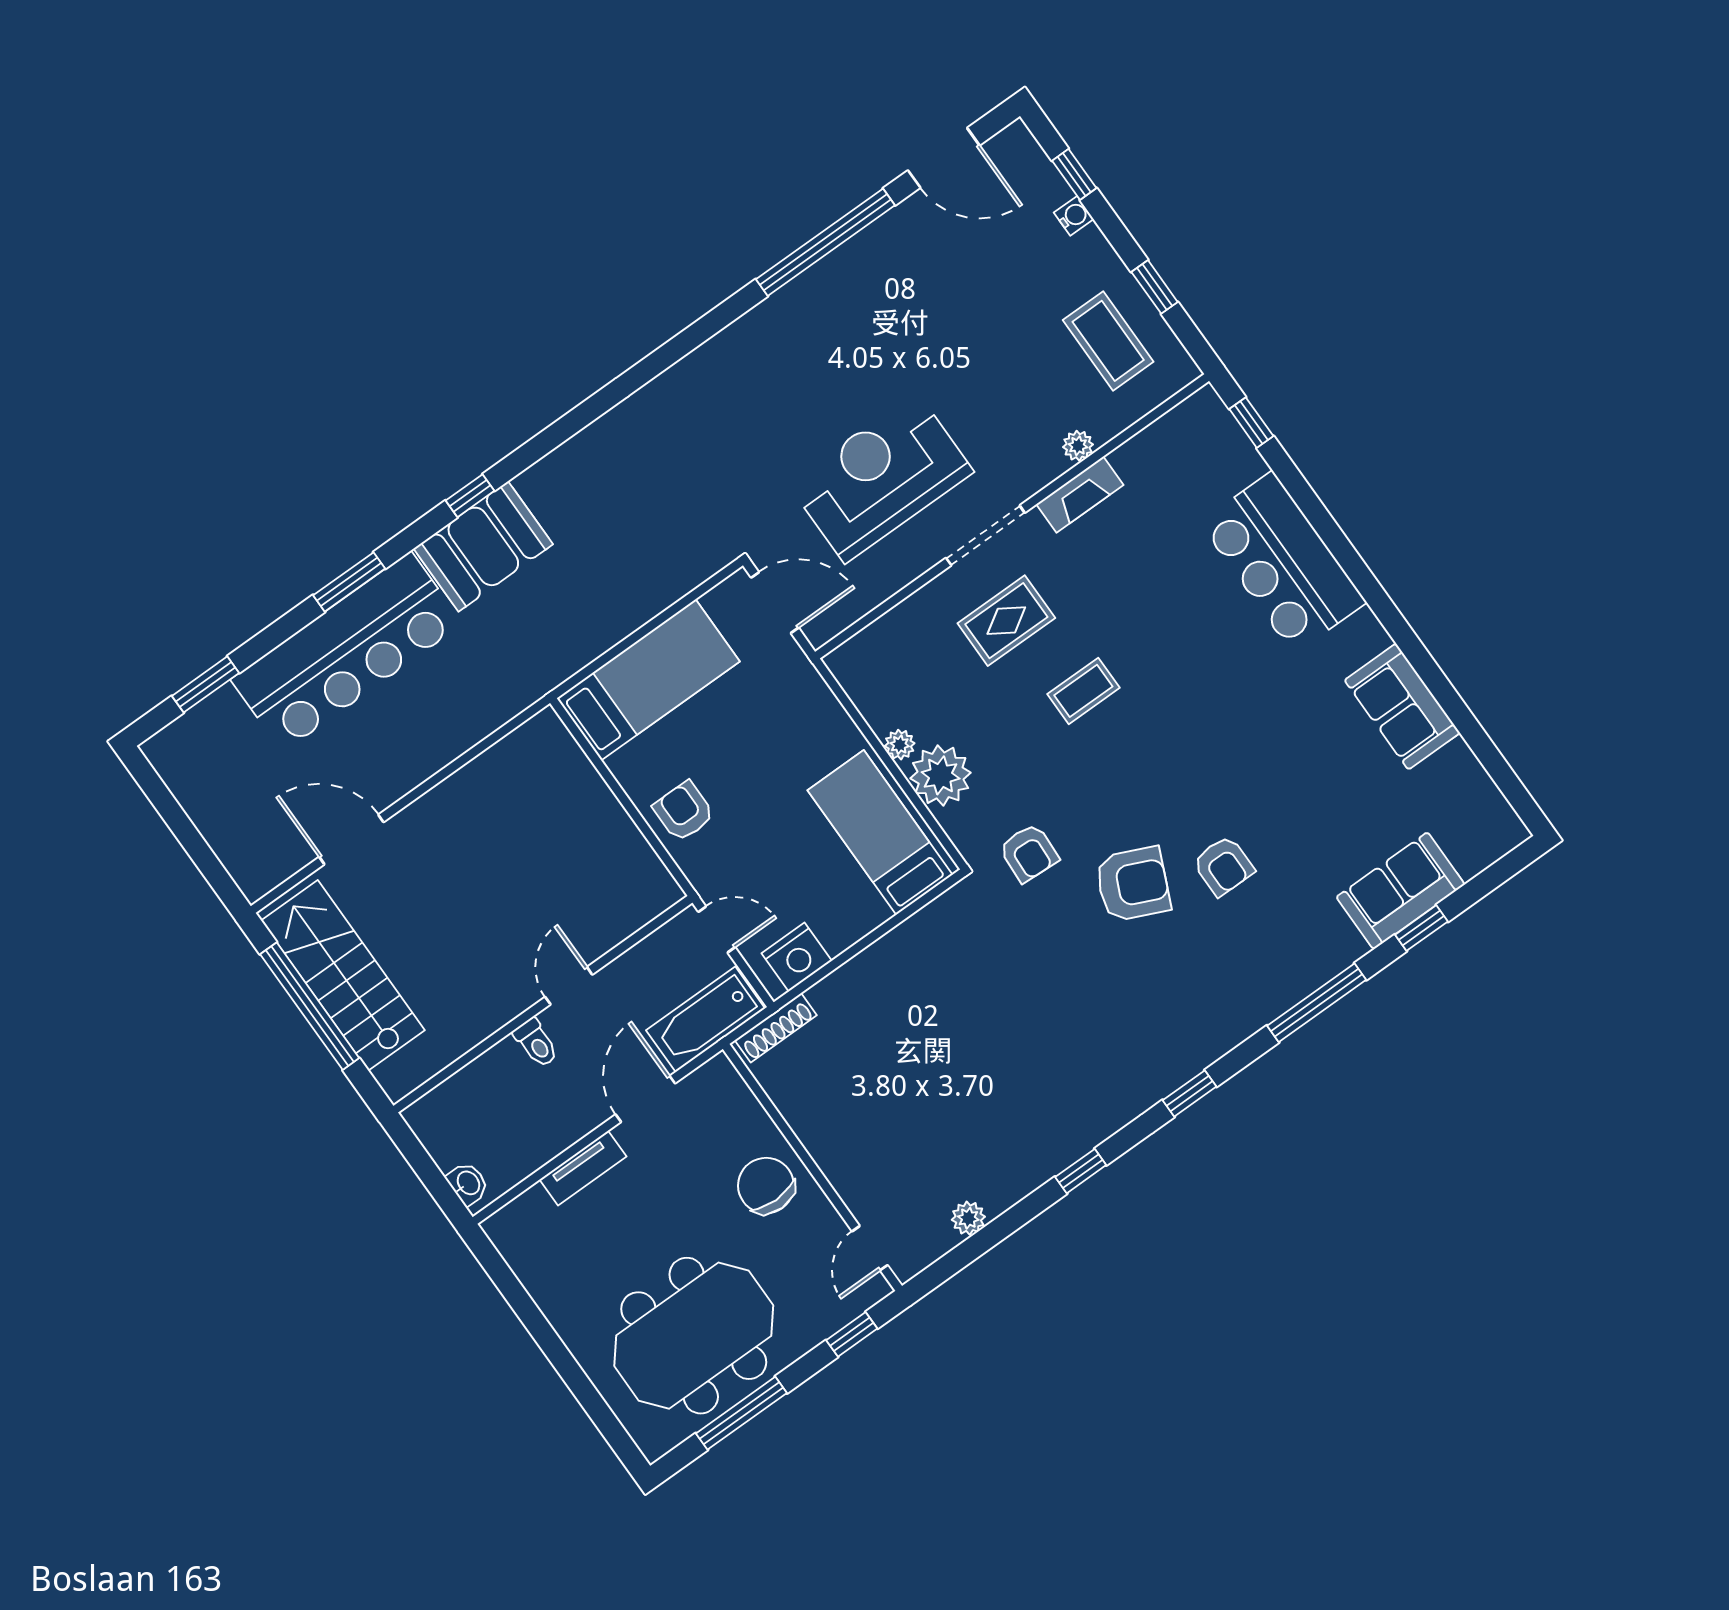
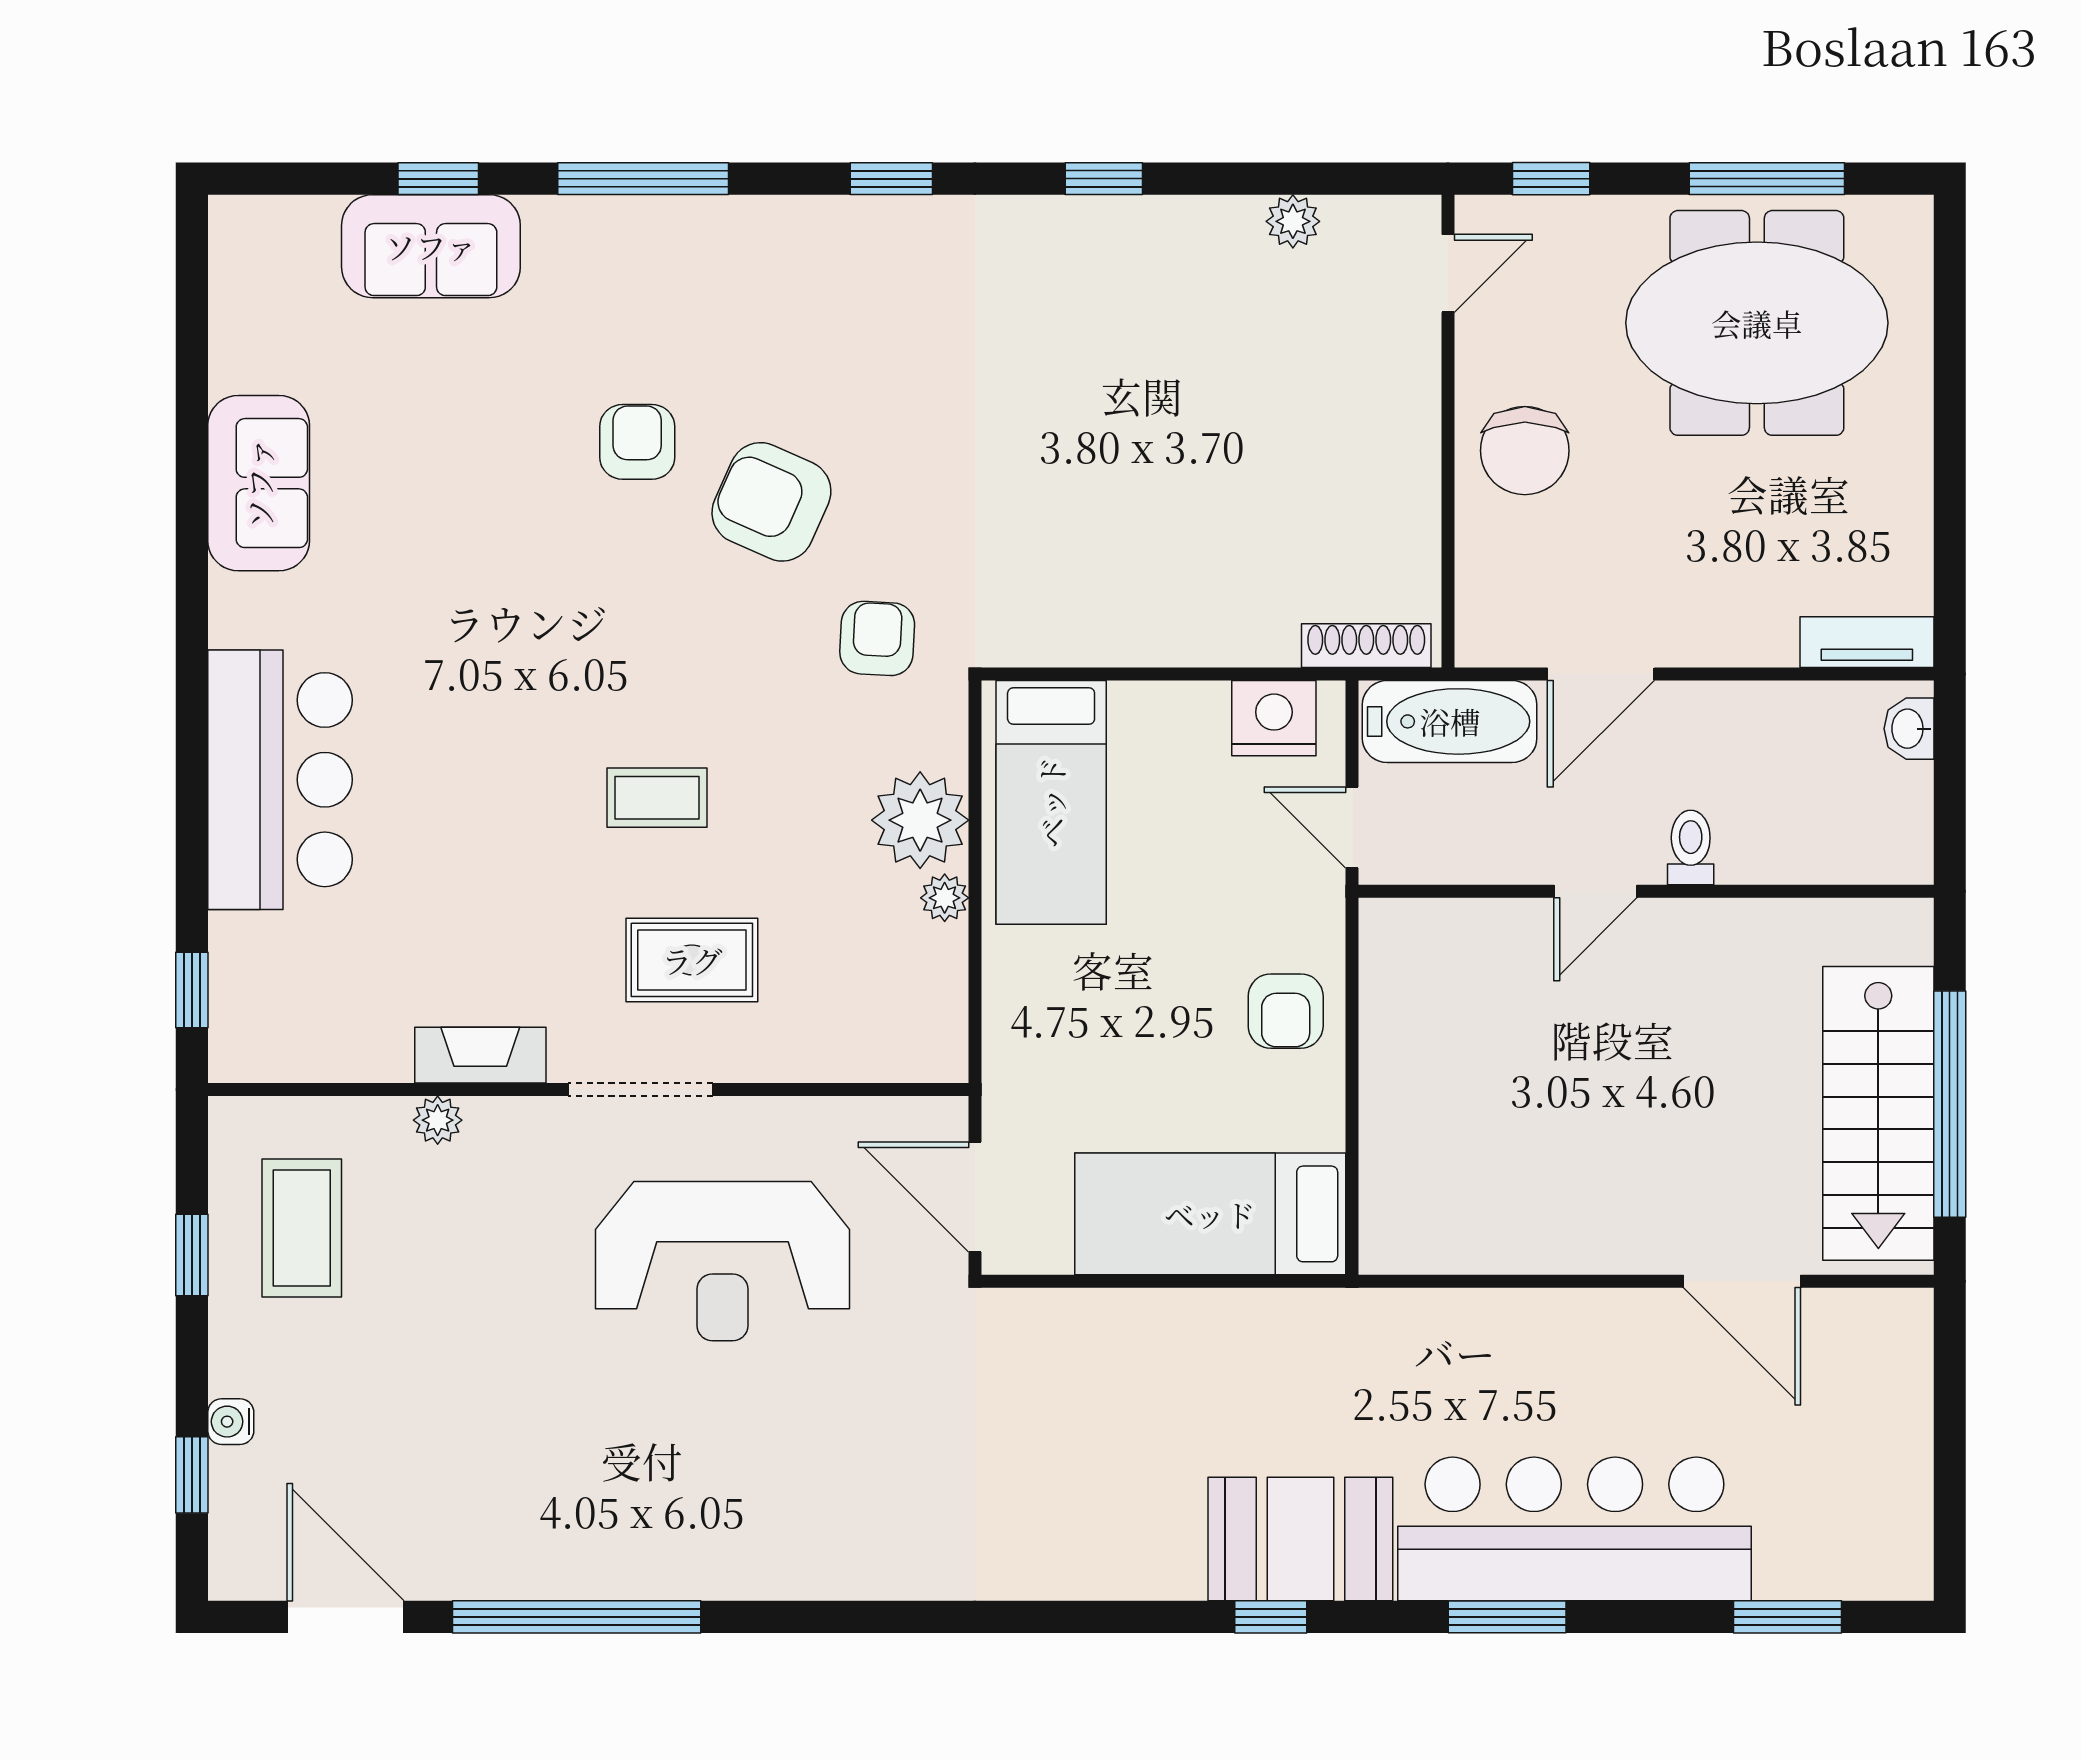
tv unit: (583, 1168) -> (1867, 642), moved

